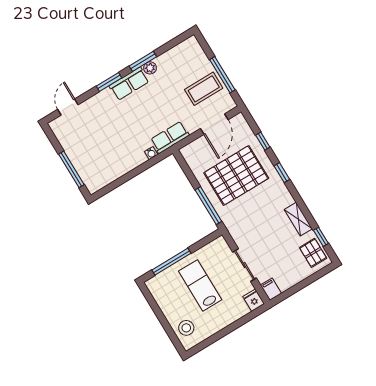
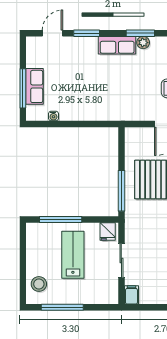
window: (109, 82) -> (87, 33), moved
row of seats: (170, 137) -> (35, 86), moved, turned 90
water cooler: (151, 153) -> (53, 116), moved
fridge: (254, 300) -> (108, 231), moved, turned 180
window: (218, 336) -> (62, 307), added

